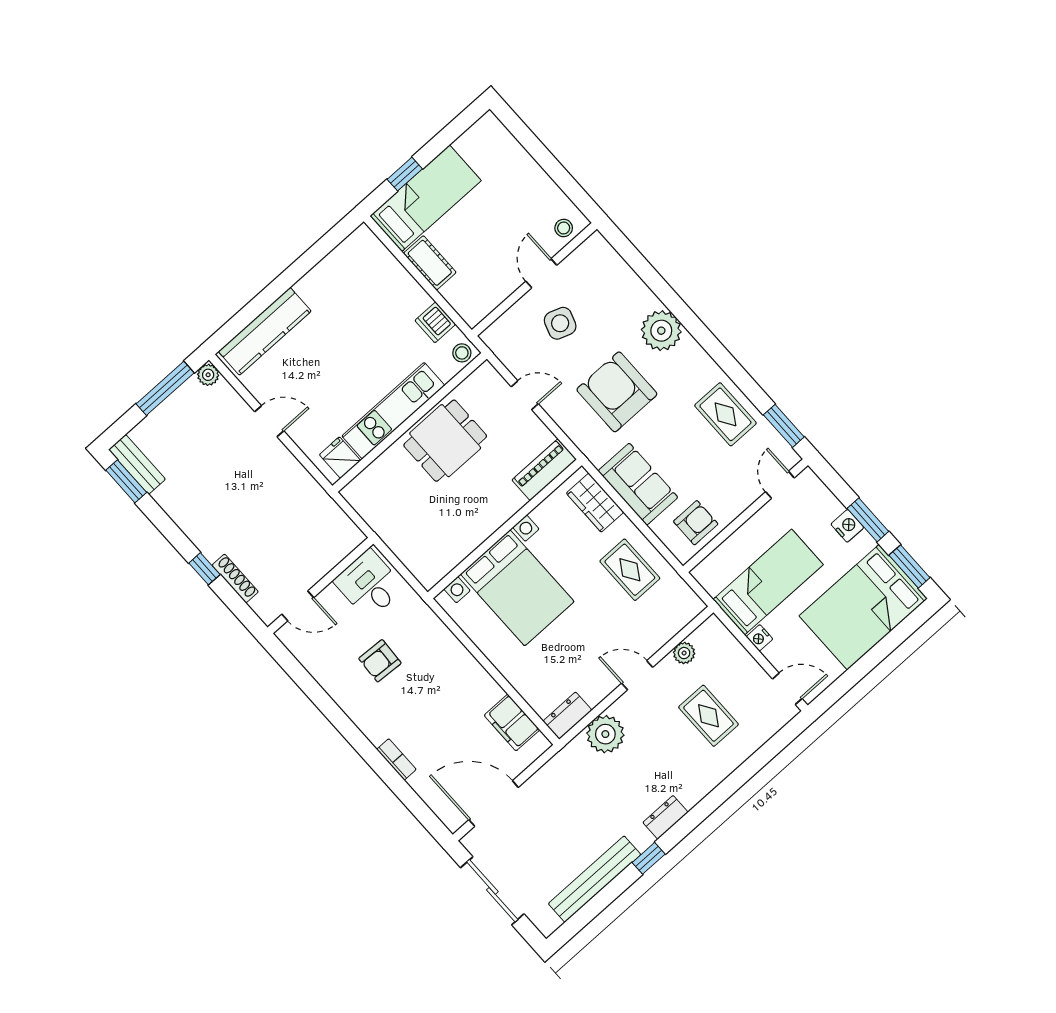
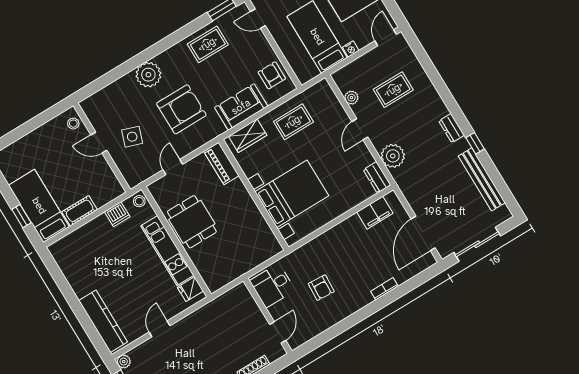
armchair: (617, 392) -> (181, 109), turned 180

